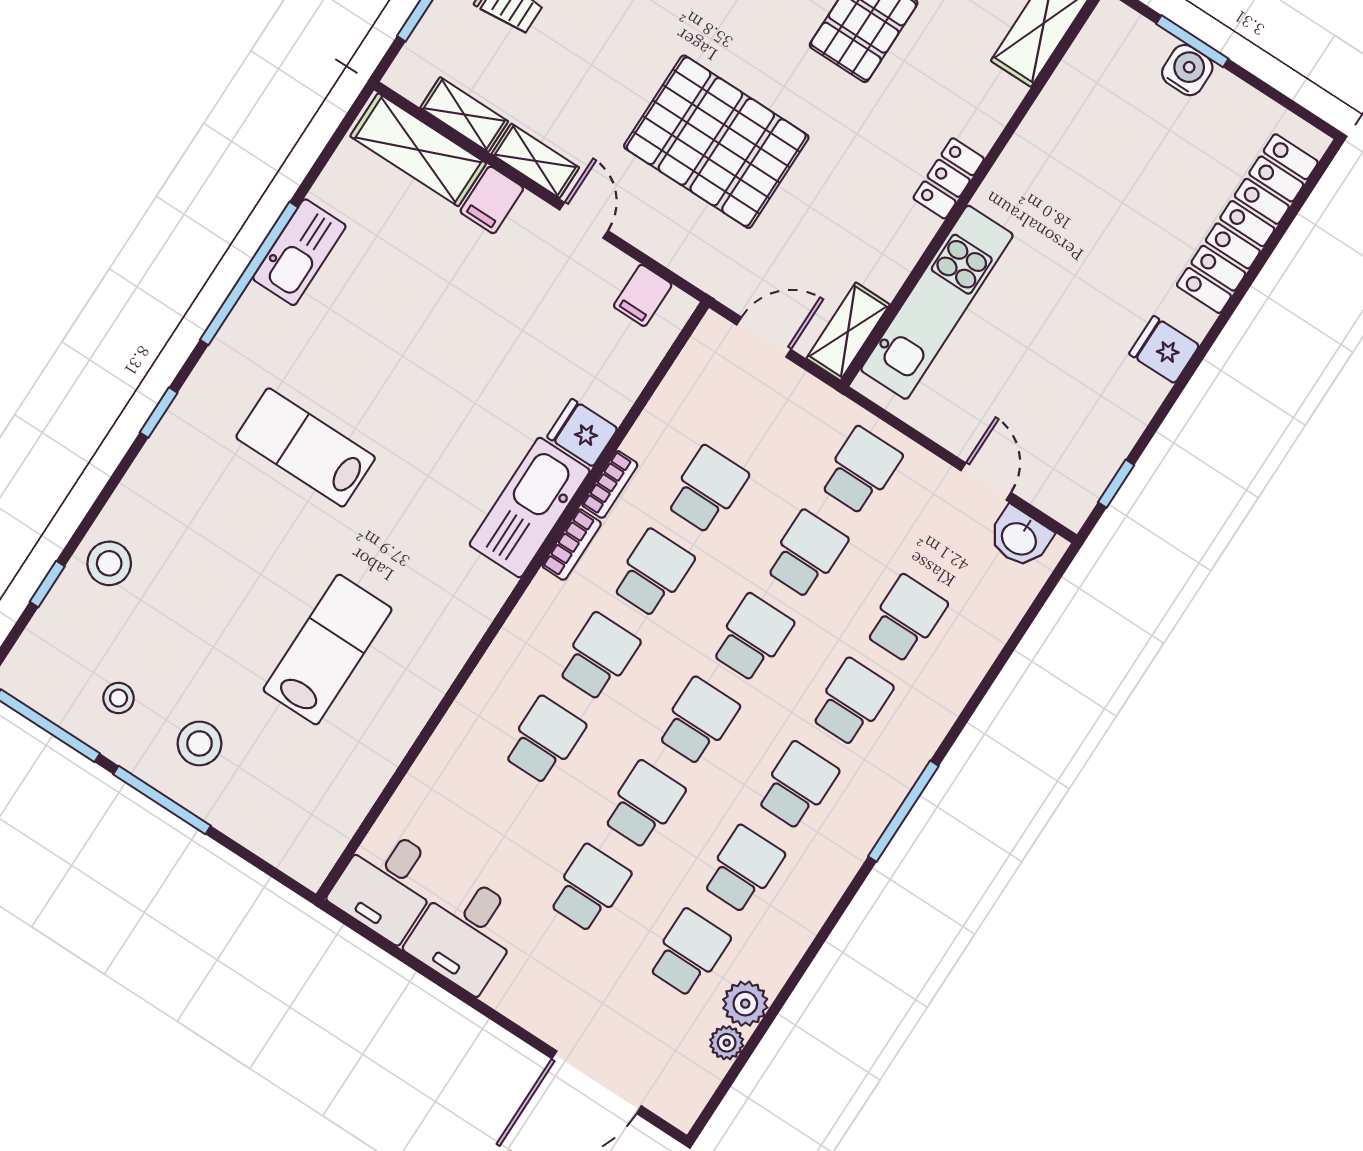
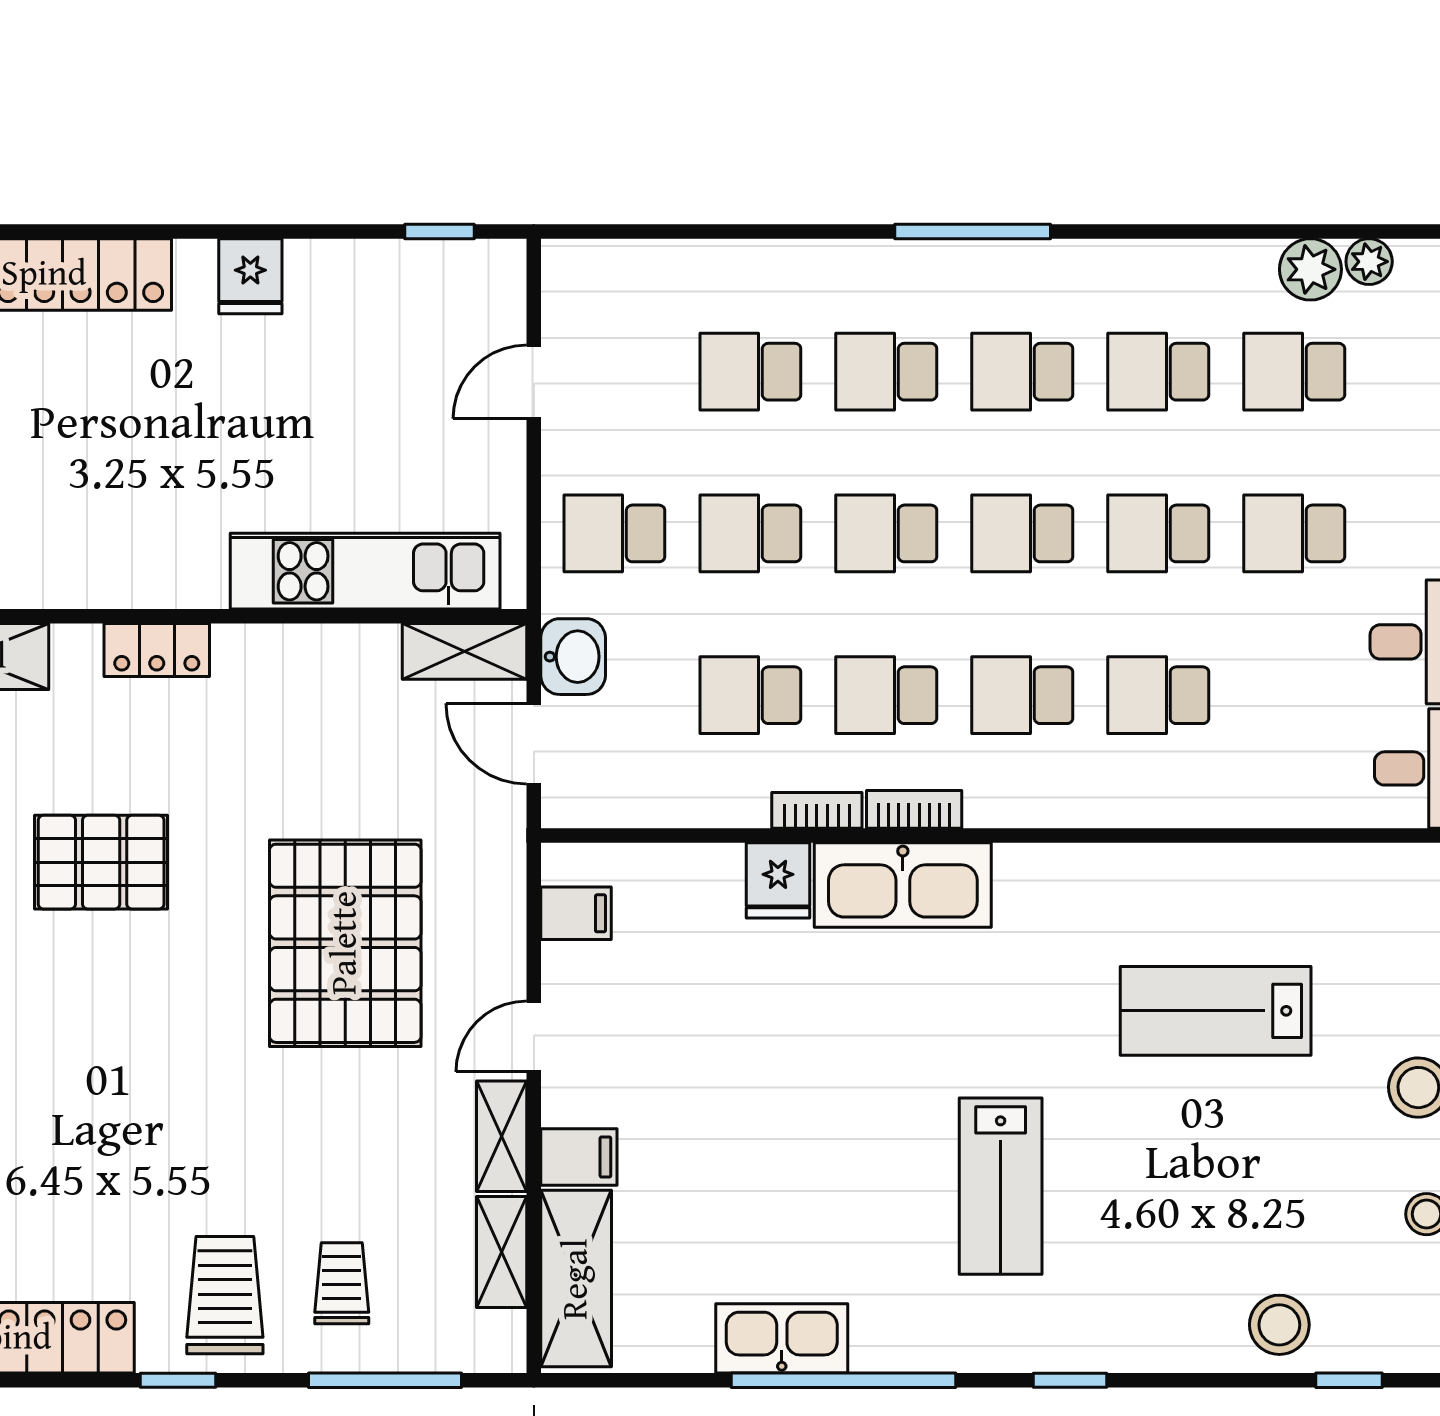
locker: (949, 178) -> (157, 650), moved
washbasin: (1020, 538) -> (573, 657), moved

